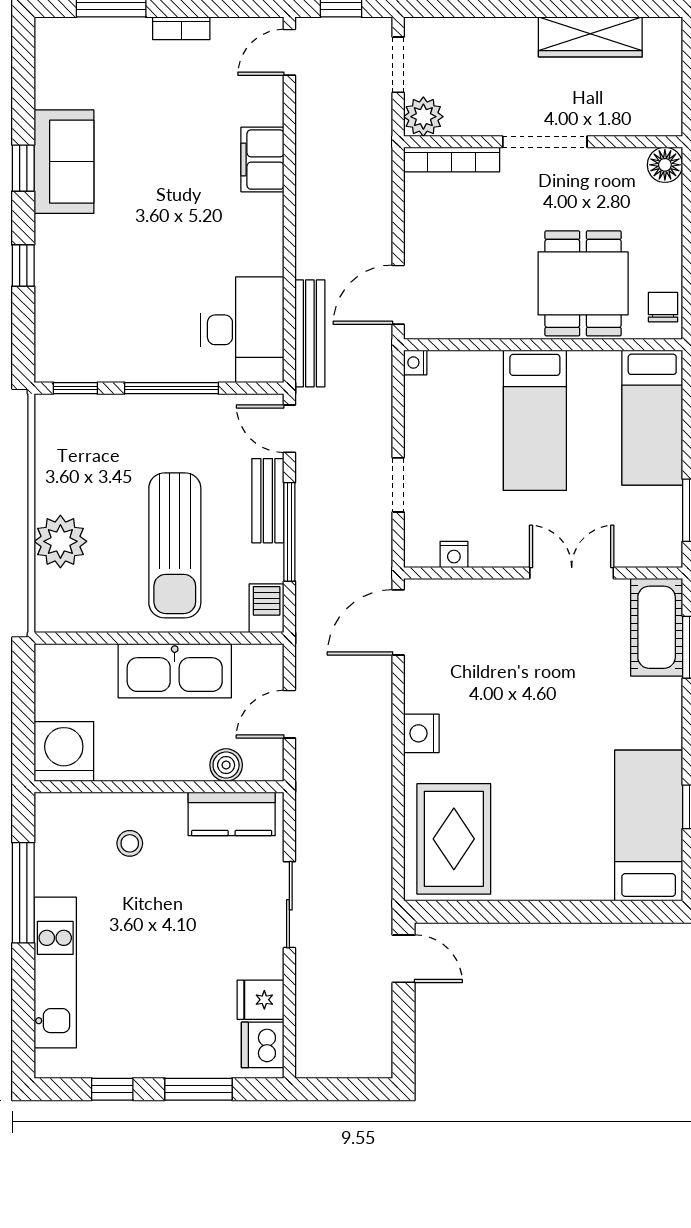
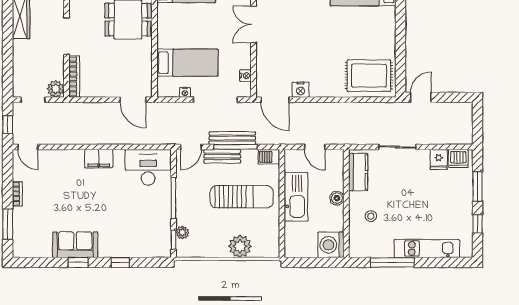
filing cabinet: (262, 160) -> (99, 159), moved
bench: (310, 333) -> (232, 138), moved
nightstand: (415, 363) -> (185, 92), moved
plant: (92, 409) -> (182, 233), added
bed: (535, 420) -> (187, 63), moved
doorway: (398, 485) -> (215, 100), width x1.88
nightstand: (421, 733) -> (301, 90), moved
boiler: (226, 765) -> (337, 198), moved

